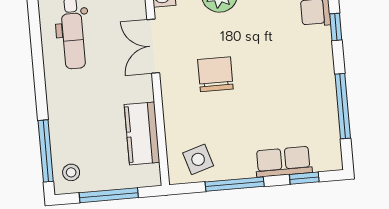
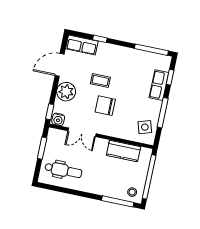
coffee table: (259, 51) -> (100, 81), added
window: (343, 106) -> (151, 50), moved
window: (109, 195) -> (149, 177), width x1.46

